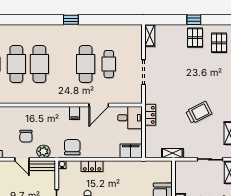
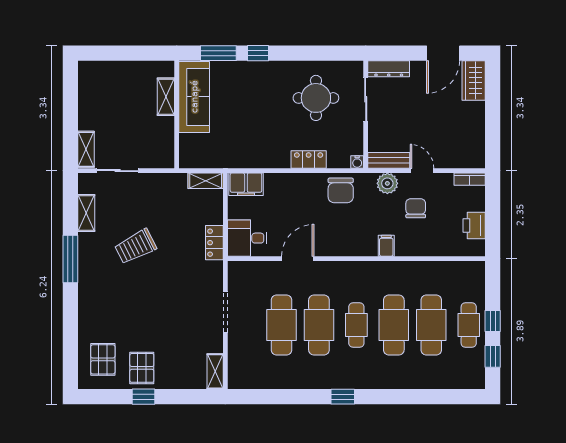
cafe table: (63, 64) -> (356, 325), added
cafe table: (109, 64) -> (282, 325), width x1.37, depth x1.35
filing cabinet: (75, 113) -> (386, 246), moved
shelving: (172, 153) -> (206, 181), moved

